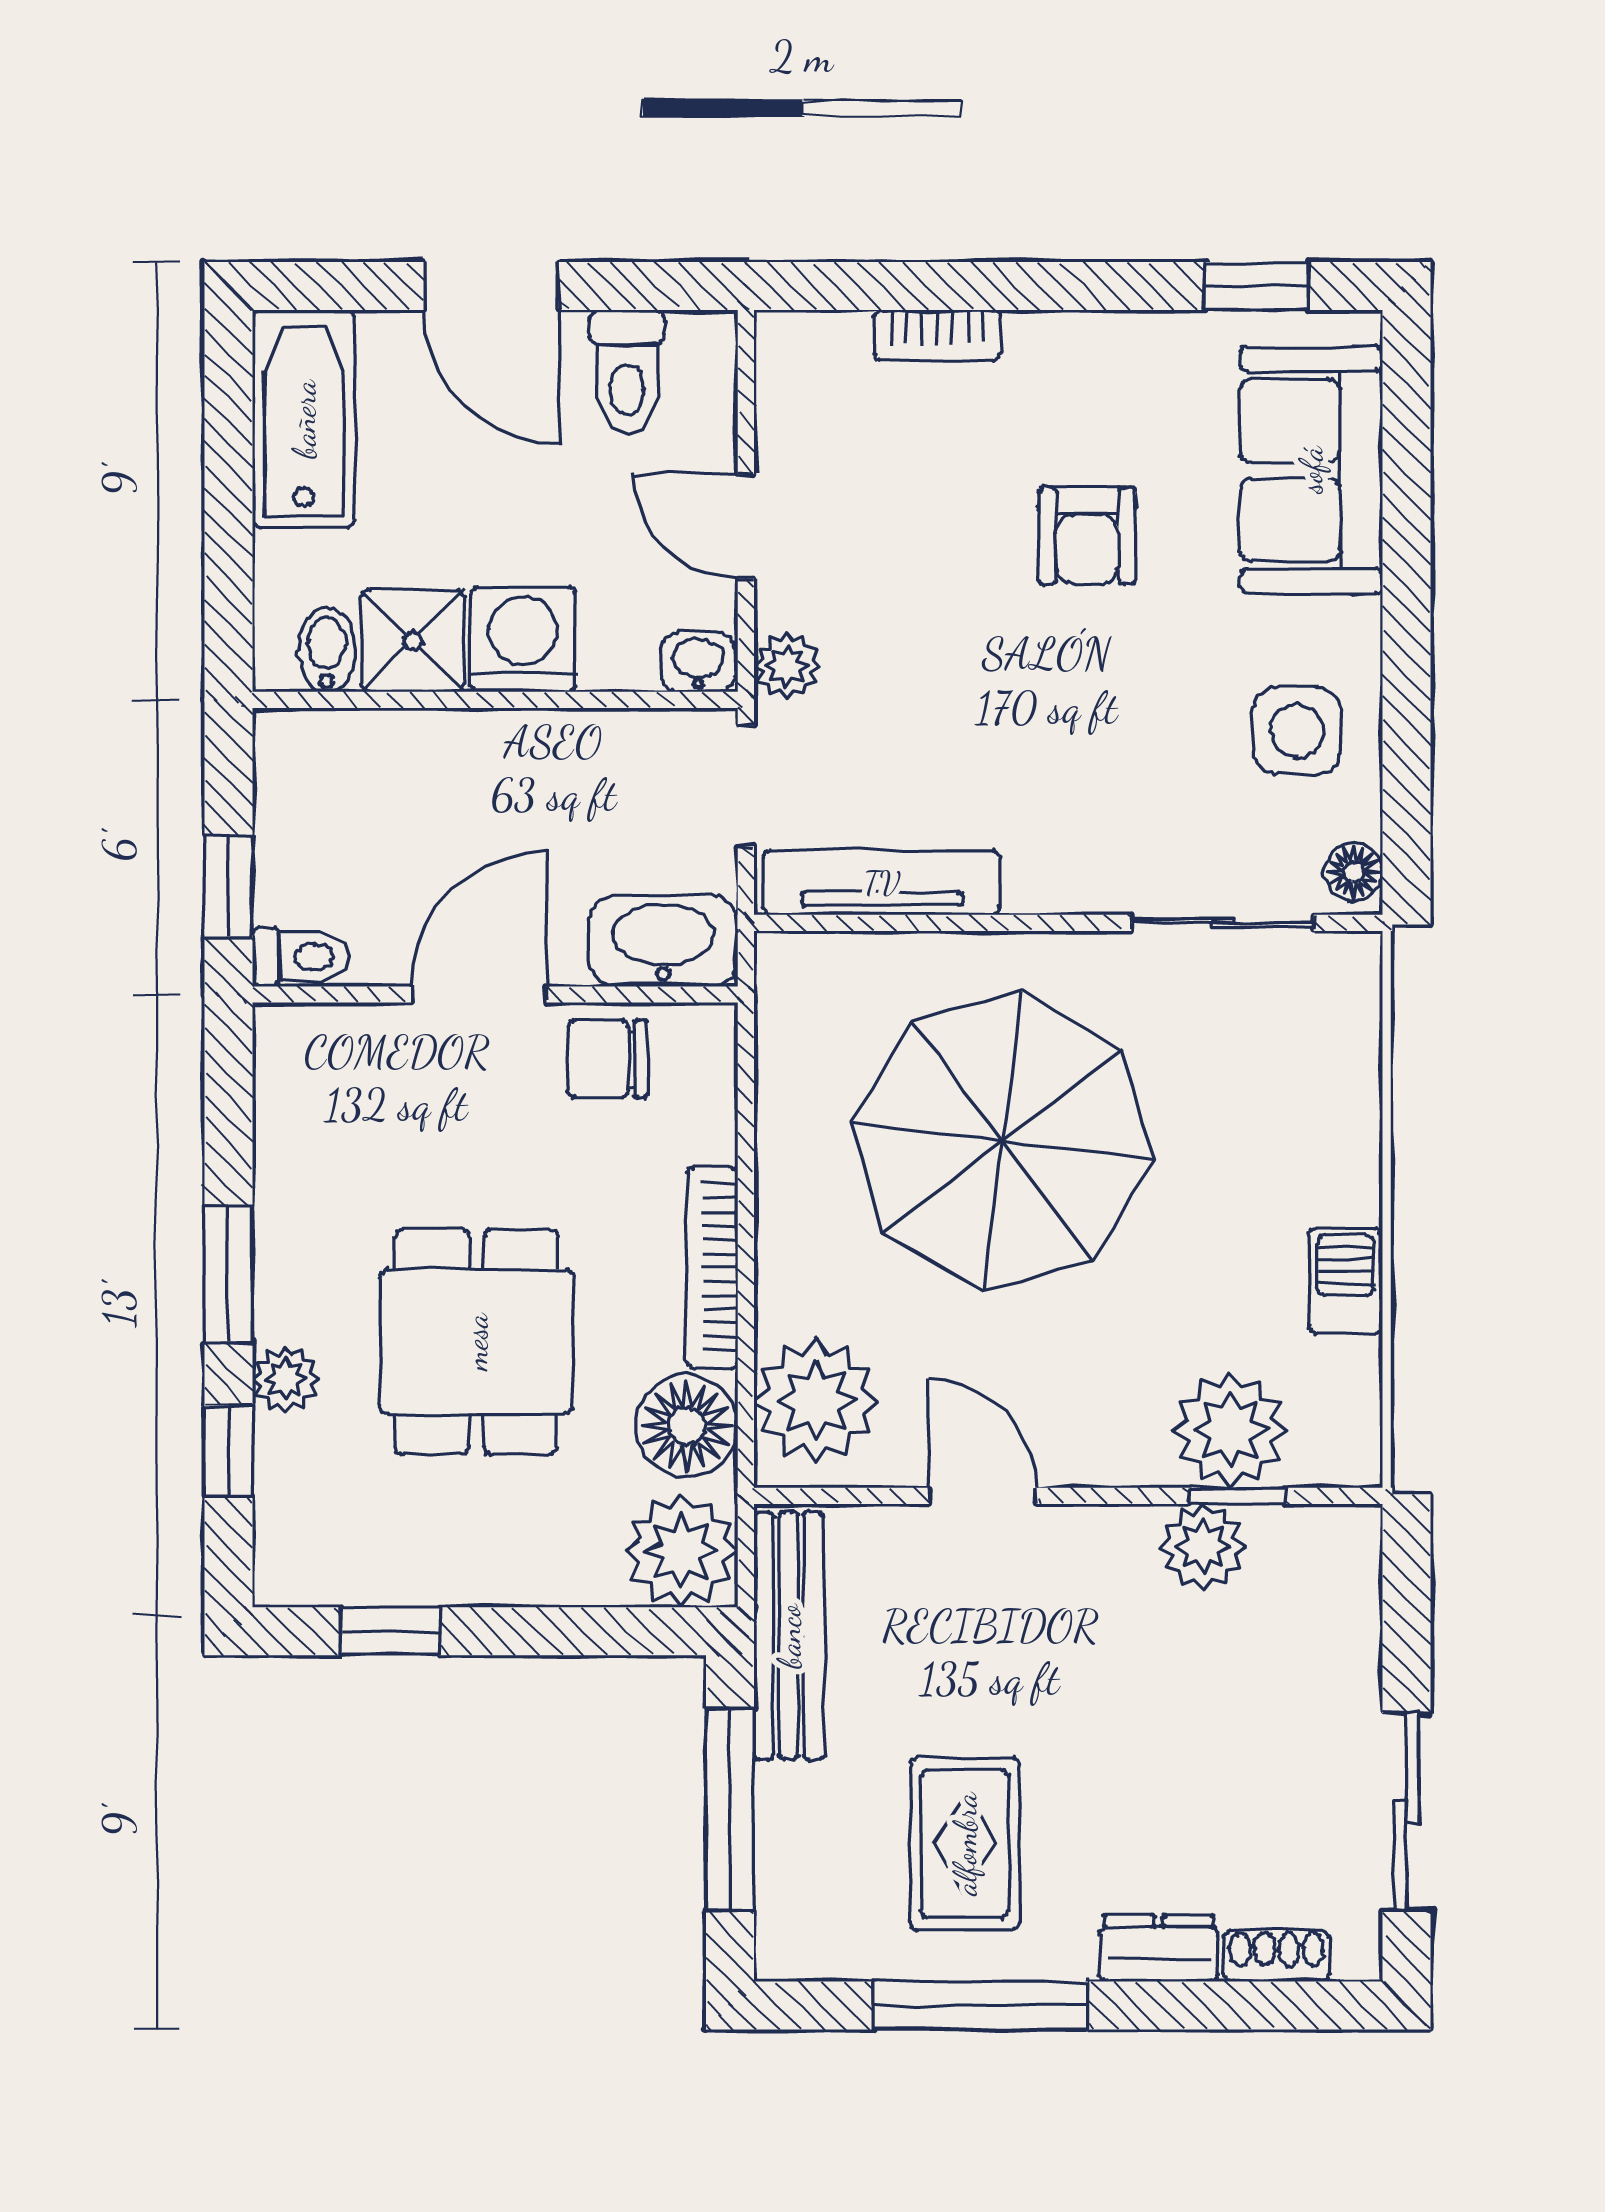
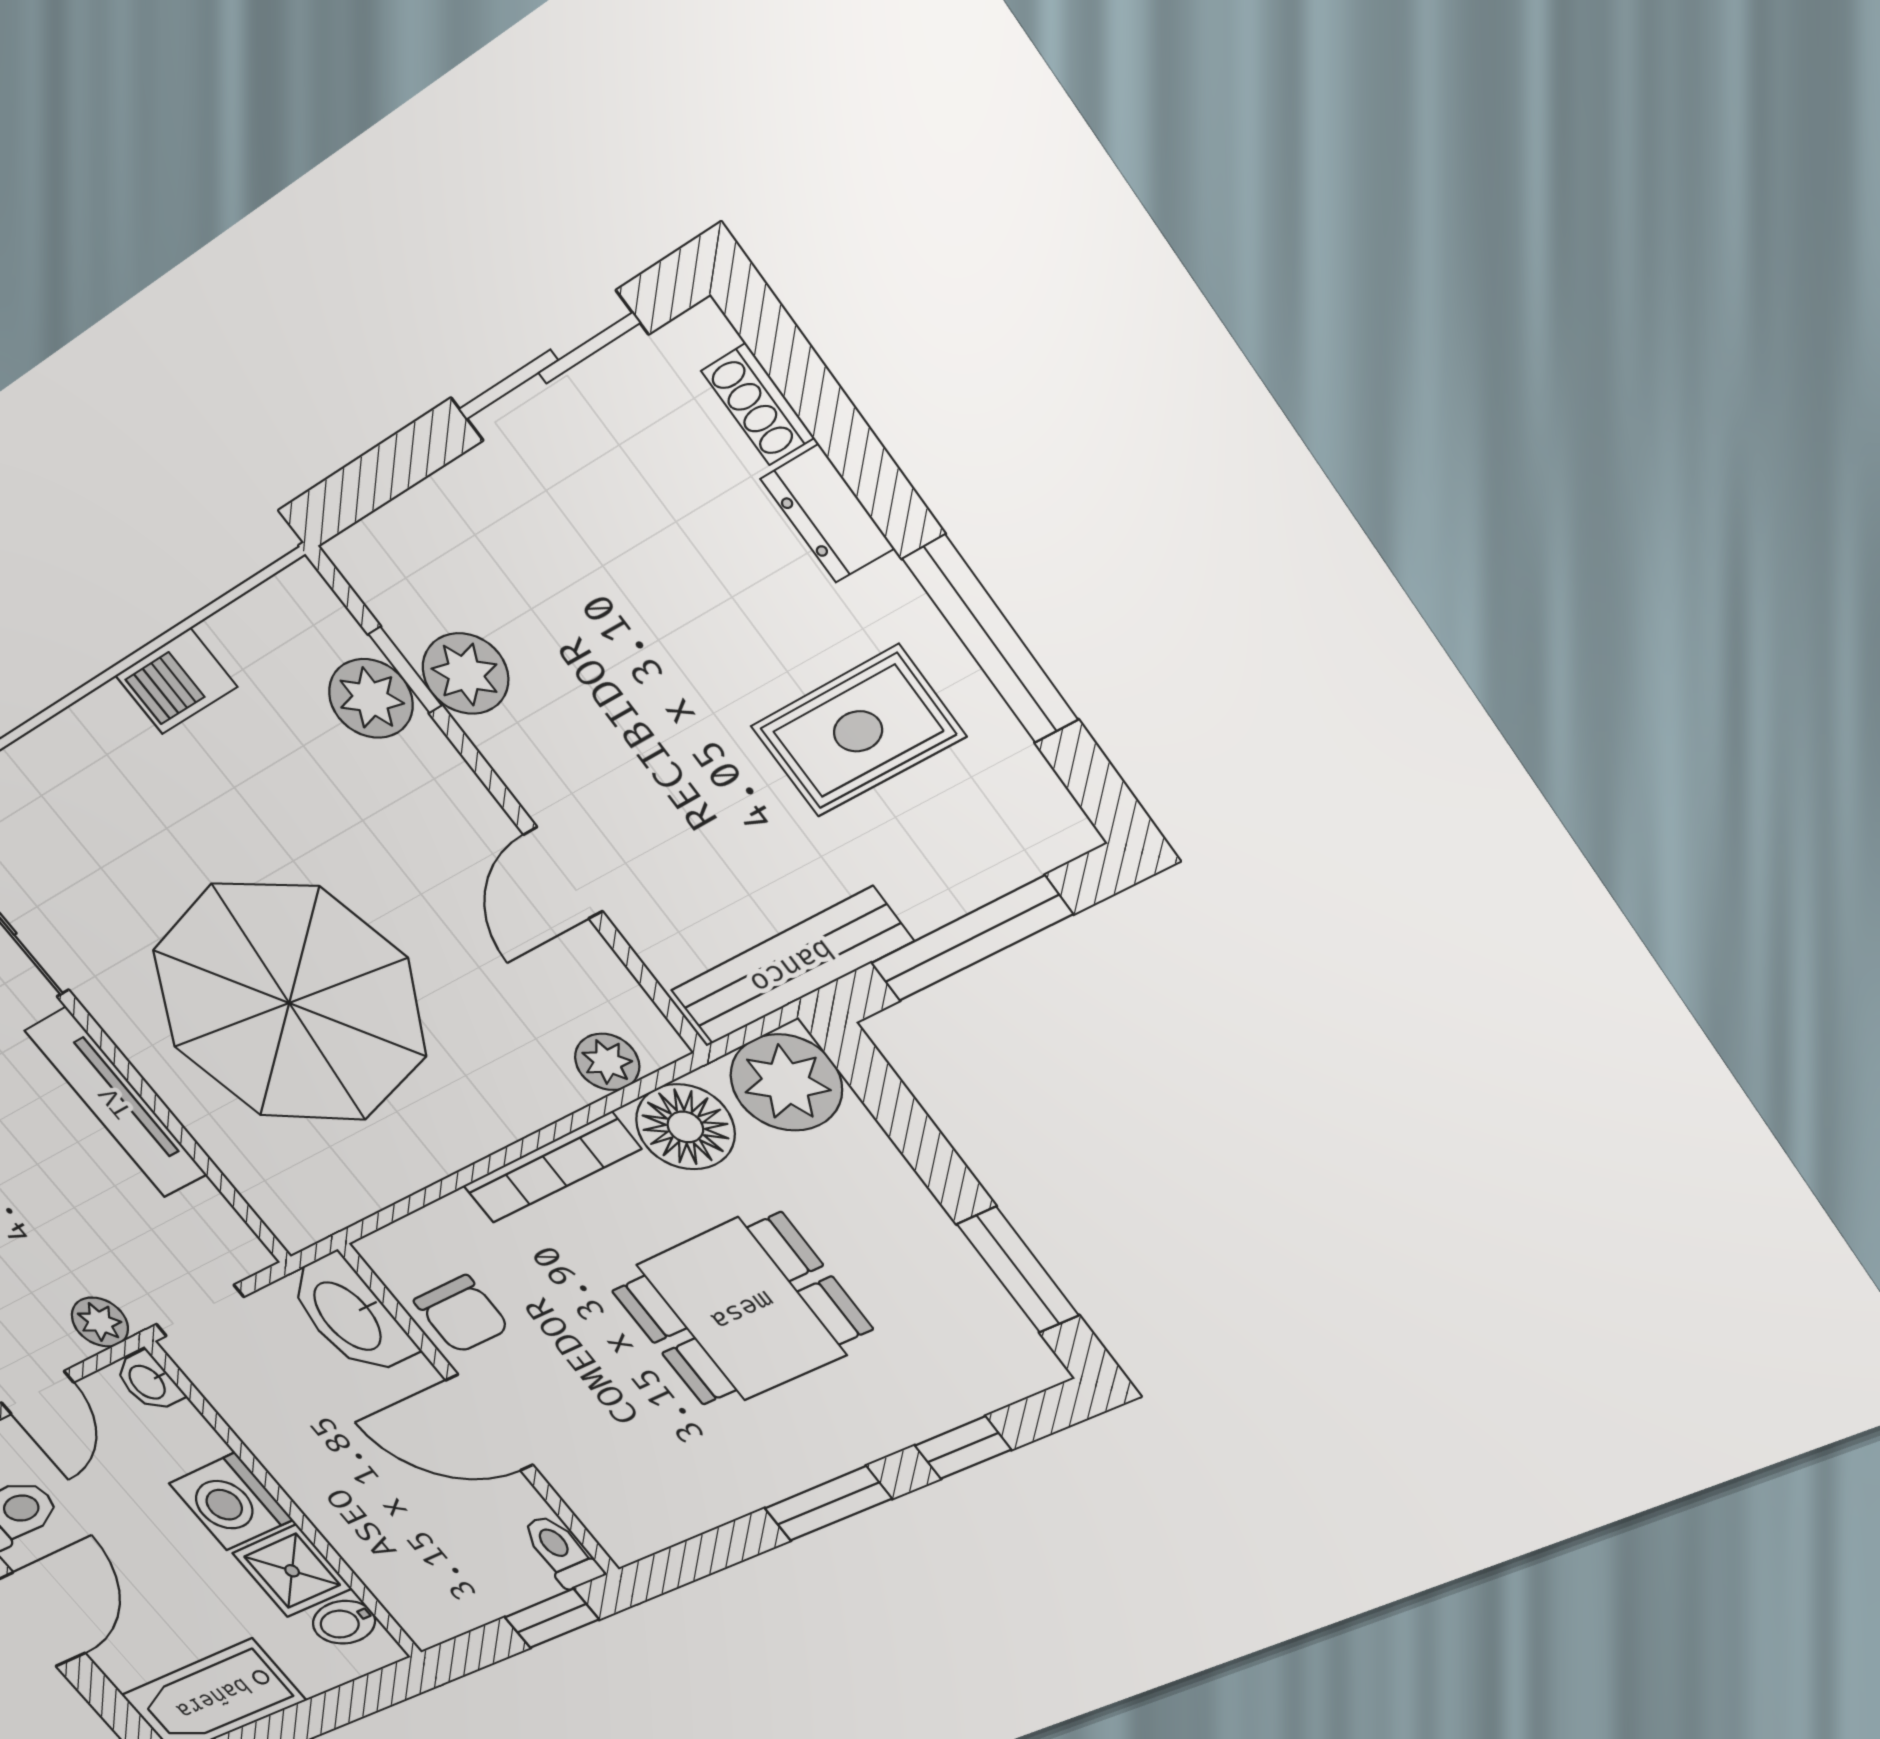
tv unit: (882, 883) -> (116, 1103), moved
plant: (286, 1379) -> (876, 1431), removed
plant: (816, 1401) -> (607, 1062), width x0.53, depth x0.53
plant: (1230, 1430) -> (371, 698), width x0.73, depth x0.73
window: (390, 1631) -> (1018, 1270), width x1.50

